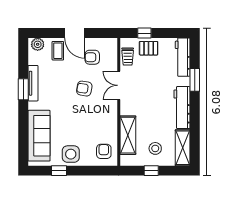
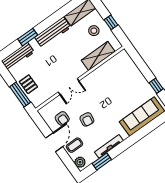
window: (144, 33) -> (20, 94), width x2.17
trolley: (128, 56) -> (44, 95), removed
window: (23, 89) -> (102, 162), moved
armchair: (84, 89) -> (87, 119), moved
armchair: (104, 151) -> (121, 64), removed
side table: (71, 154) -> (139, 86), removed

